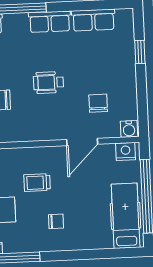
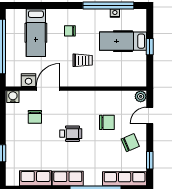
nightstand: (126, 152) -> (28, 80), moved
hospital bed: (126, 216) -> (36, 33), moved

